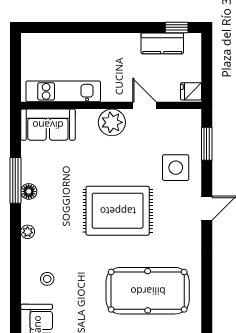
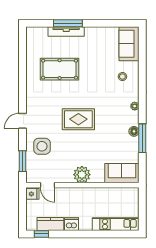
dishwasher: (129, 43) -> (72, 224), added
kitchen unit: (63, 91) -> (116, 224), moved, turned 180
door: (144, 105) -> (48, 185), moved
rug: (118, 211) -> (78, 119), width x0.73, depth x0.69
pool table: (148, 291) -> (60, 69), width x0.73, depth x0.76

